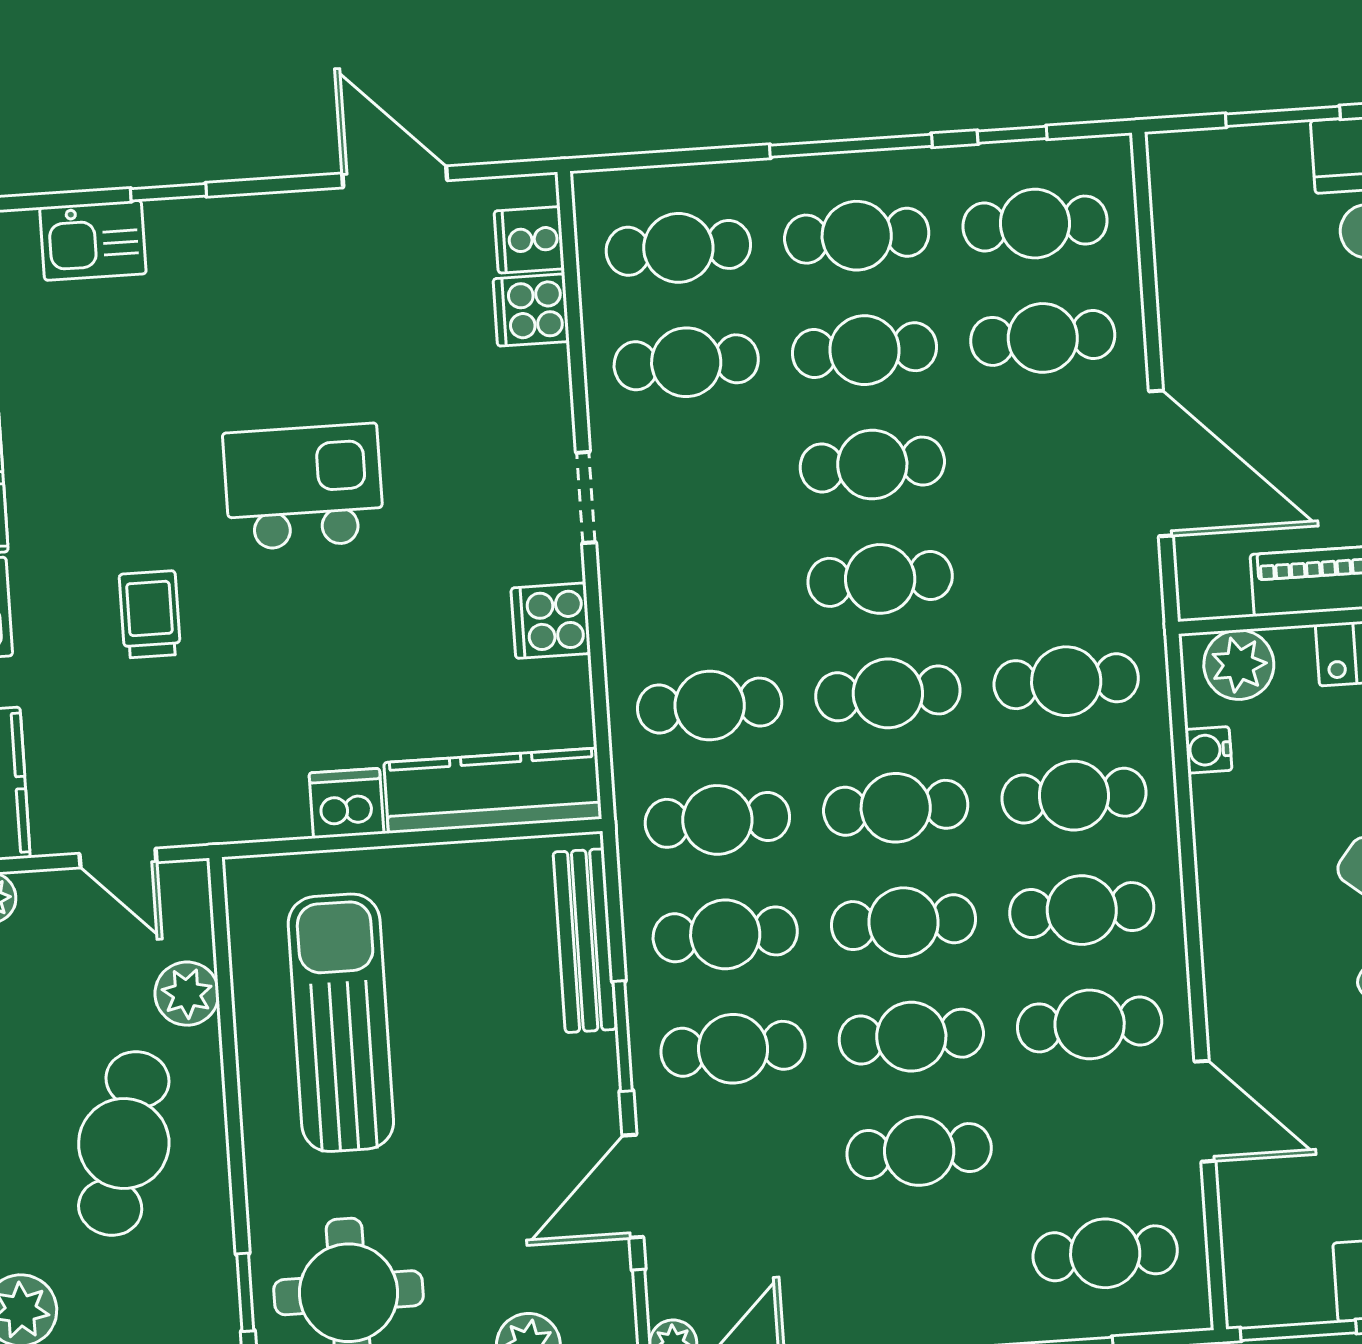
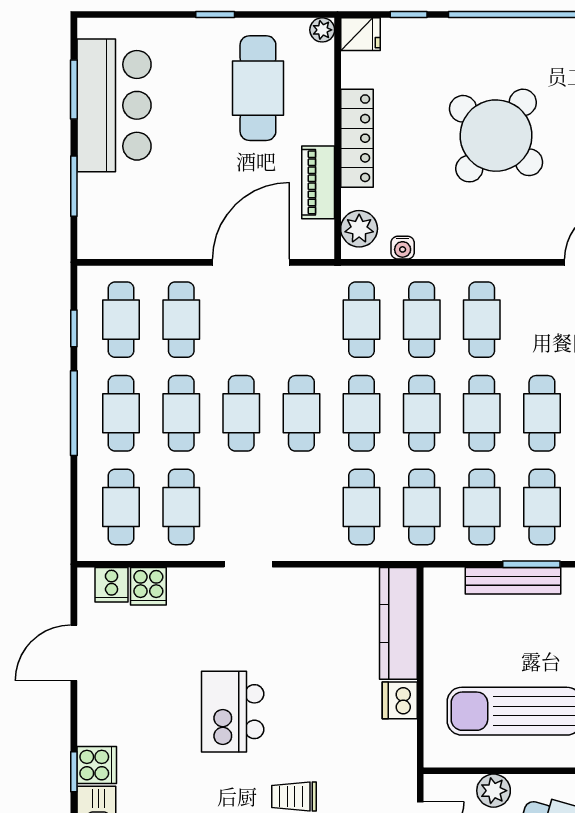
cooker: (551, 621) -> (97, 765), moved, turned -90
bench: (585, 941) -> (513, 581), moved
cafe table: (1090, 1024) -> (542, 320), removed

